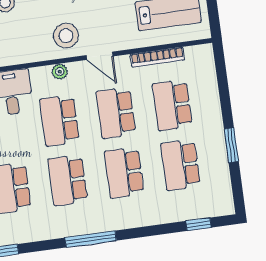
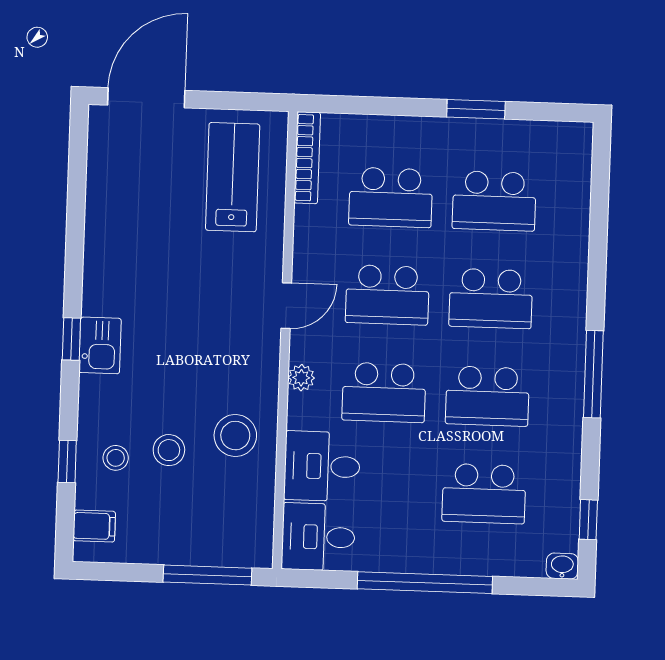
stool: (66, 36) -> (235, 436), moved
bookcase: (157, 57) -> (307, 158), moved
window: (199, 224) -> (600, 188), removed

